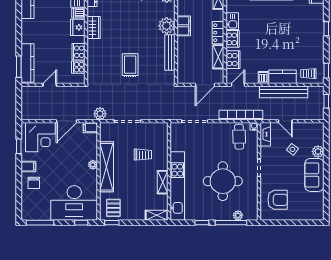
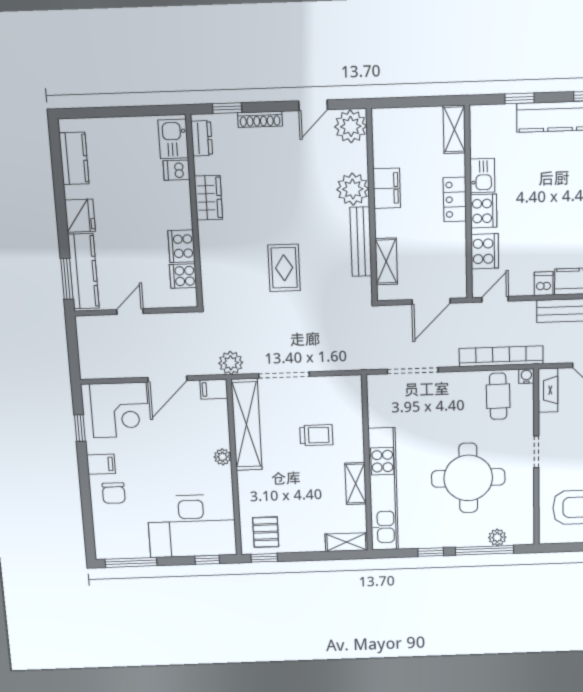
fridge: (78, 27) -> (80, 216), moved, turned 180
shelving: (218, 57) -> (386, 261), moved
shelving: (106, 167) -> (247, 425), moved

